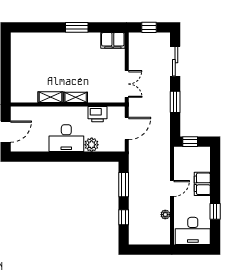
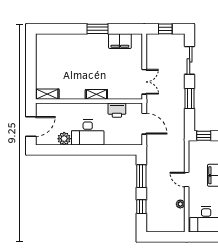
filing cabinet: (113, 40) -> (120, 41), moved
shelving: (50, 97) -> (47, 94), moved
door: (127, 129) -> (144, 124), hinge flipped
plant: (92, 145) -> (64, 139), moved
door: (172, 188) -> (187, 180), swing flipped

